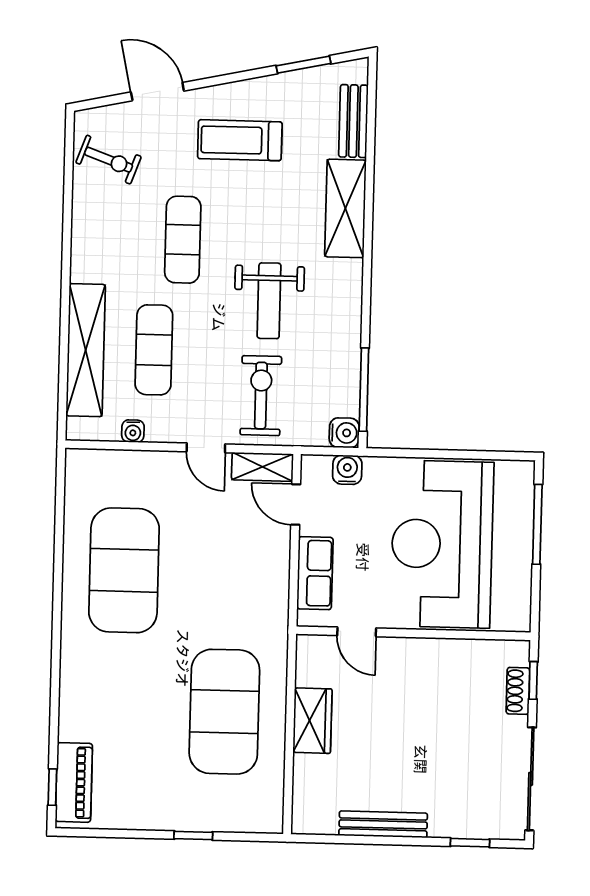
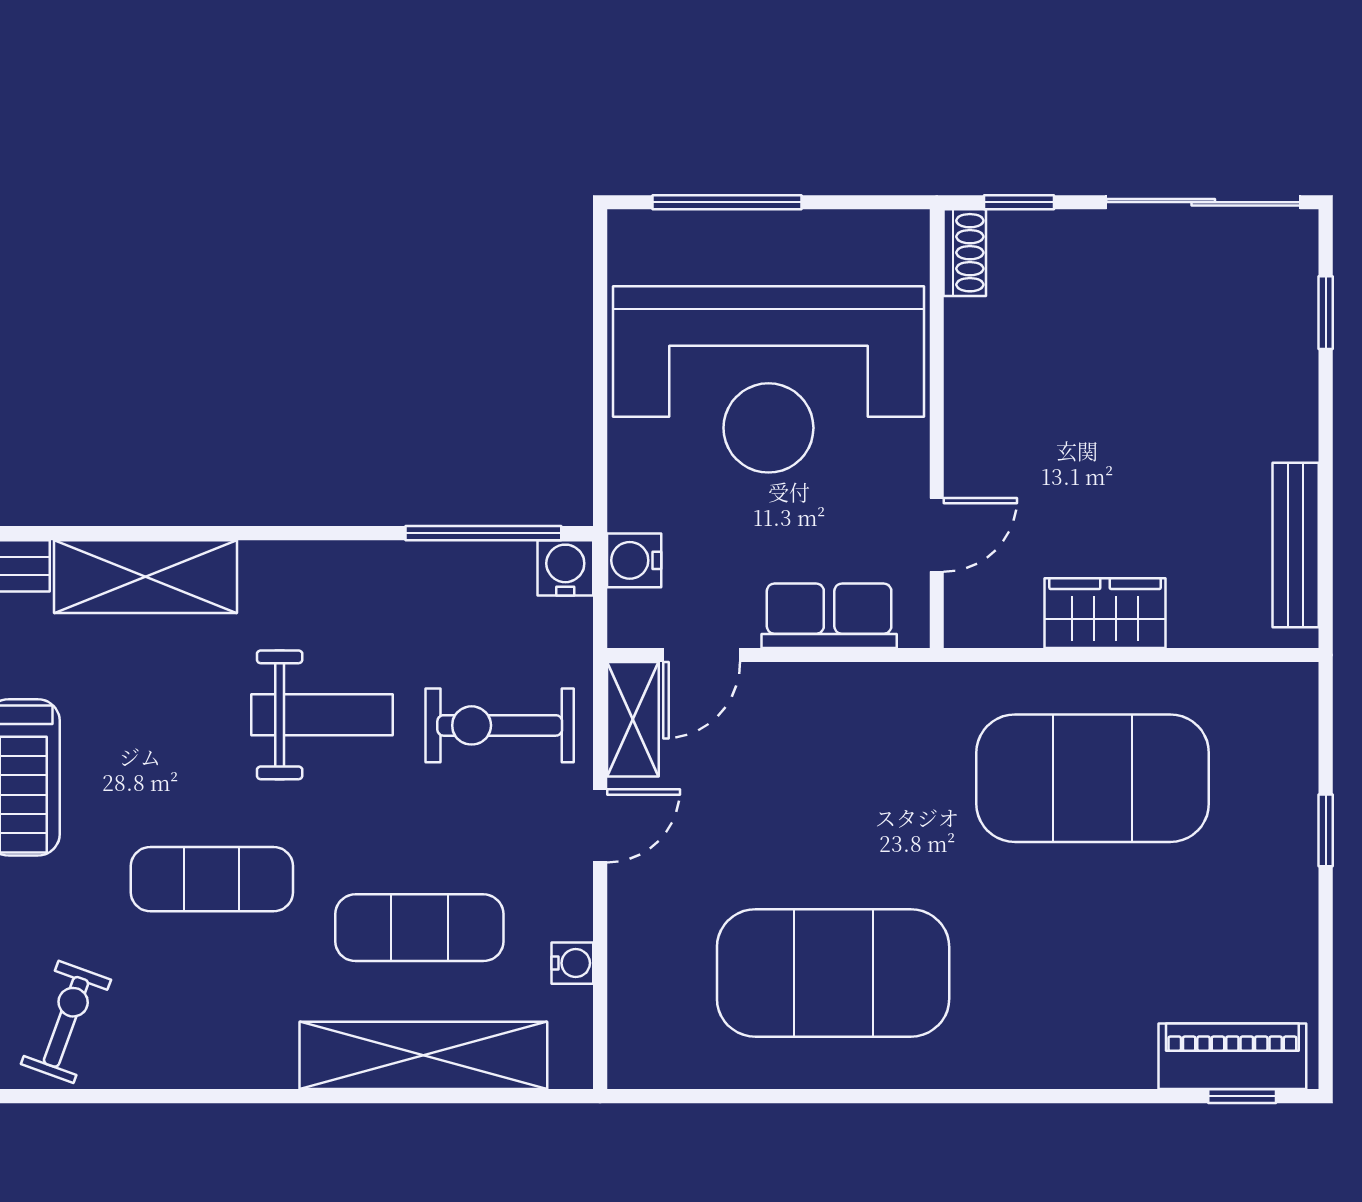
shoe rack: (518, 691) -> (965, 253), moved, turned -90
bench: (383, 824) -> (1296, 545), moved

